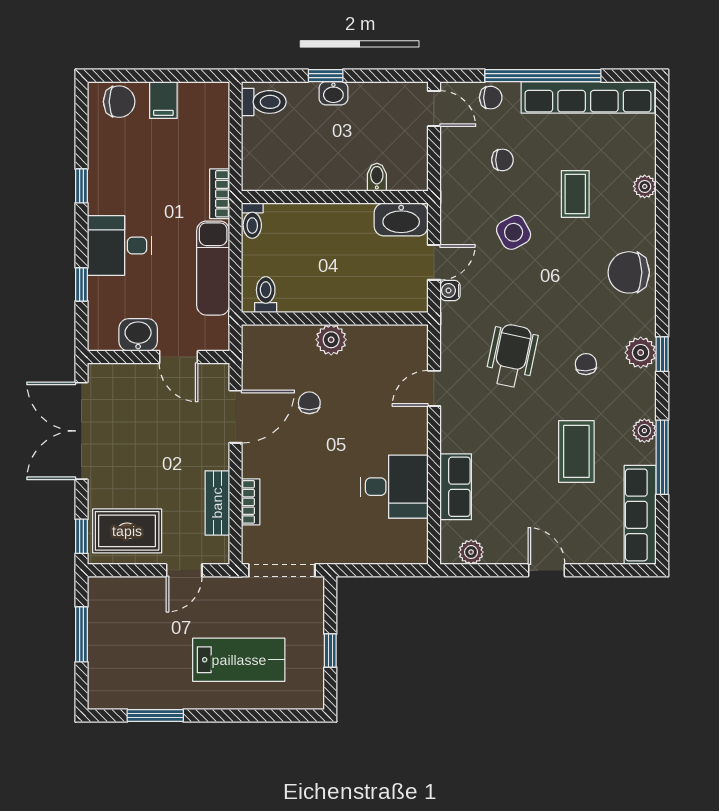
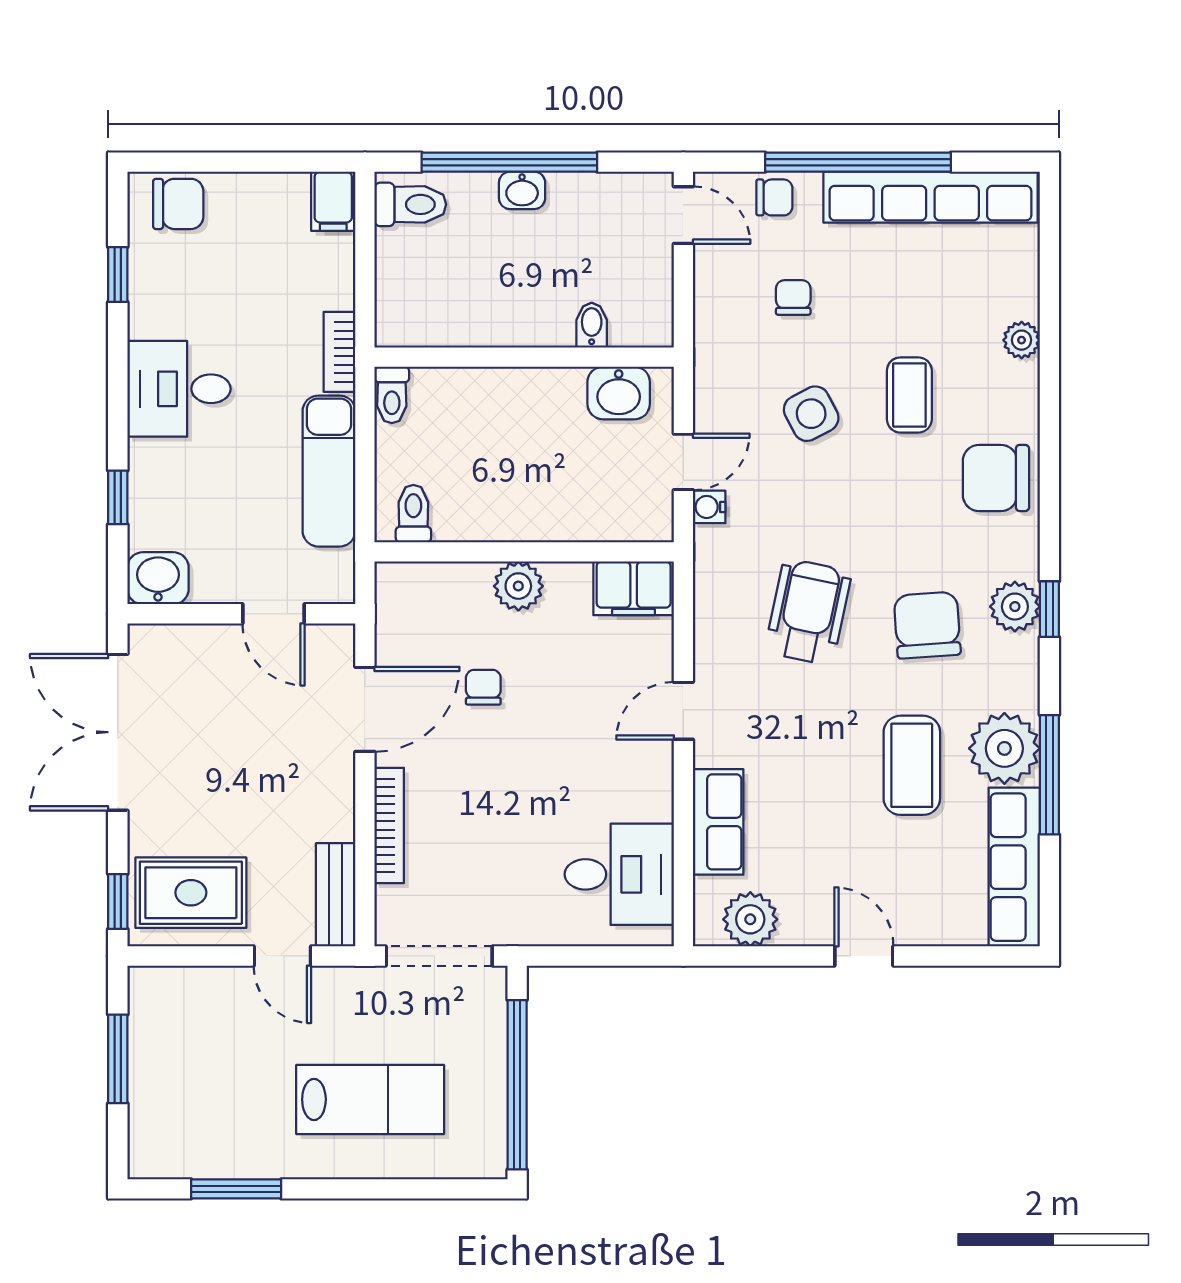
window: (326, 76) -> (509, 162), width x3.17
filing cabinet: (163, 100) -> (333, 201), moved
chair: (502, 160) -> (793, 297), turned -90
window: (81, 186) -> (118, 274), moved
coffee table: (575, 194) -> (909, 395), moved
washbasin: (401, 219) -> (619, 393), width x0.72
desk: (120, 245) -> (179, 389), moved
washbasin: (138, 335) -> (158, 578), moved
filing cabinet: (403, 341) -> (634, 588), added
chair: (586, 364) -> (927, 625), width x1.87, depth x1.87
door: (434, 388) -> (683, 711), moved
plant: (644, 431) -> (1004, 748), width x1.88, depth x1.88
desk: (394, 487) -> (619, 874), moved
bookcase: (251, 502) -> (389, 825), width x1.56
bench: (217, 503) -> (336, 895), moved
plant: (471, 552) -> (750, 919), width x1.38, depth x1.38
door: (184, 570) -> (282, 956), hinge flipped
window: (330, 651) -> (517, 1085), width x3.17

